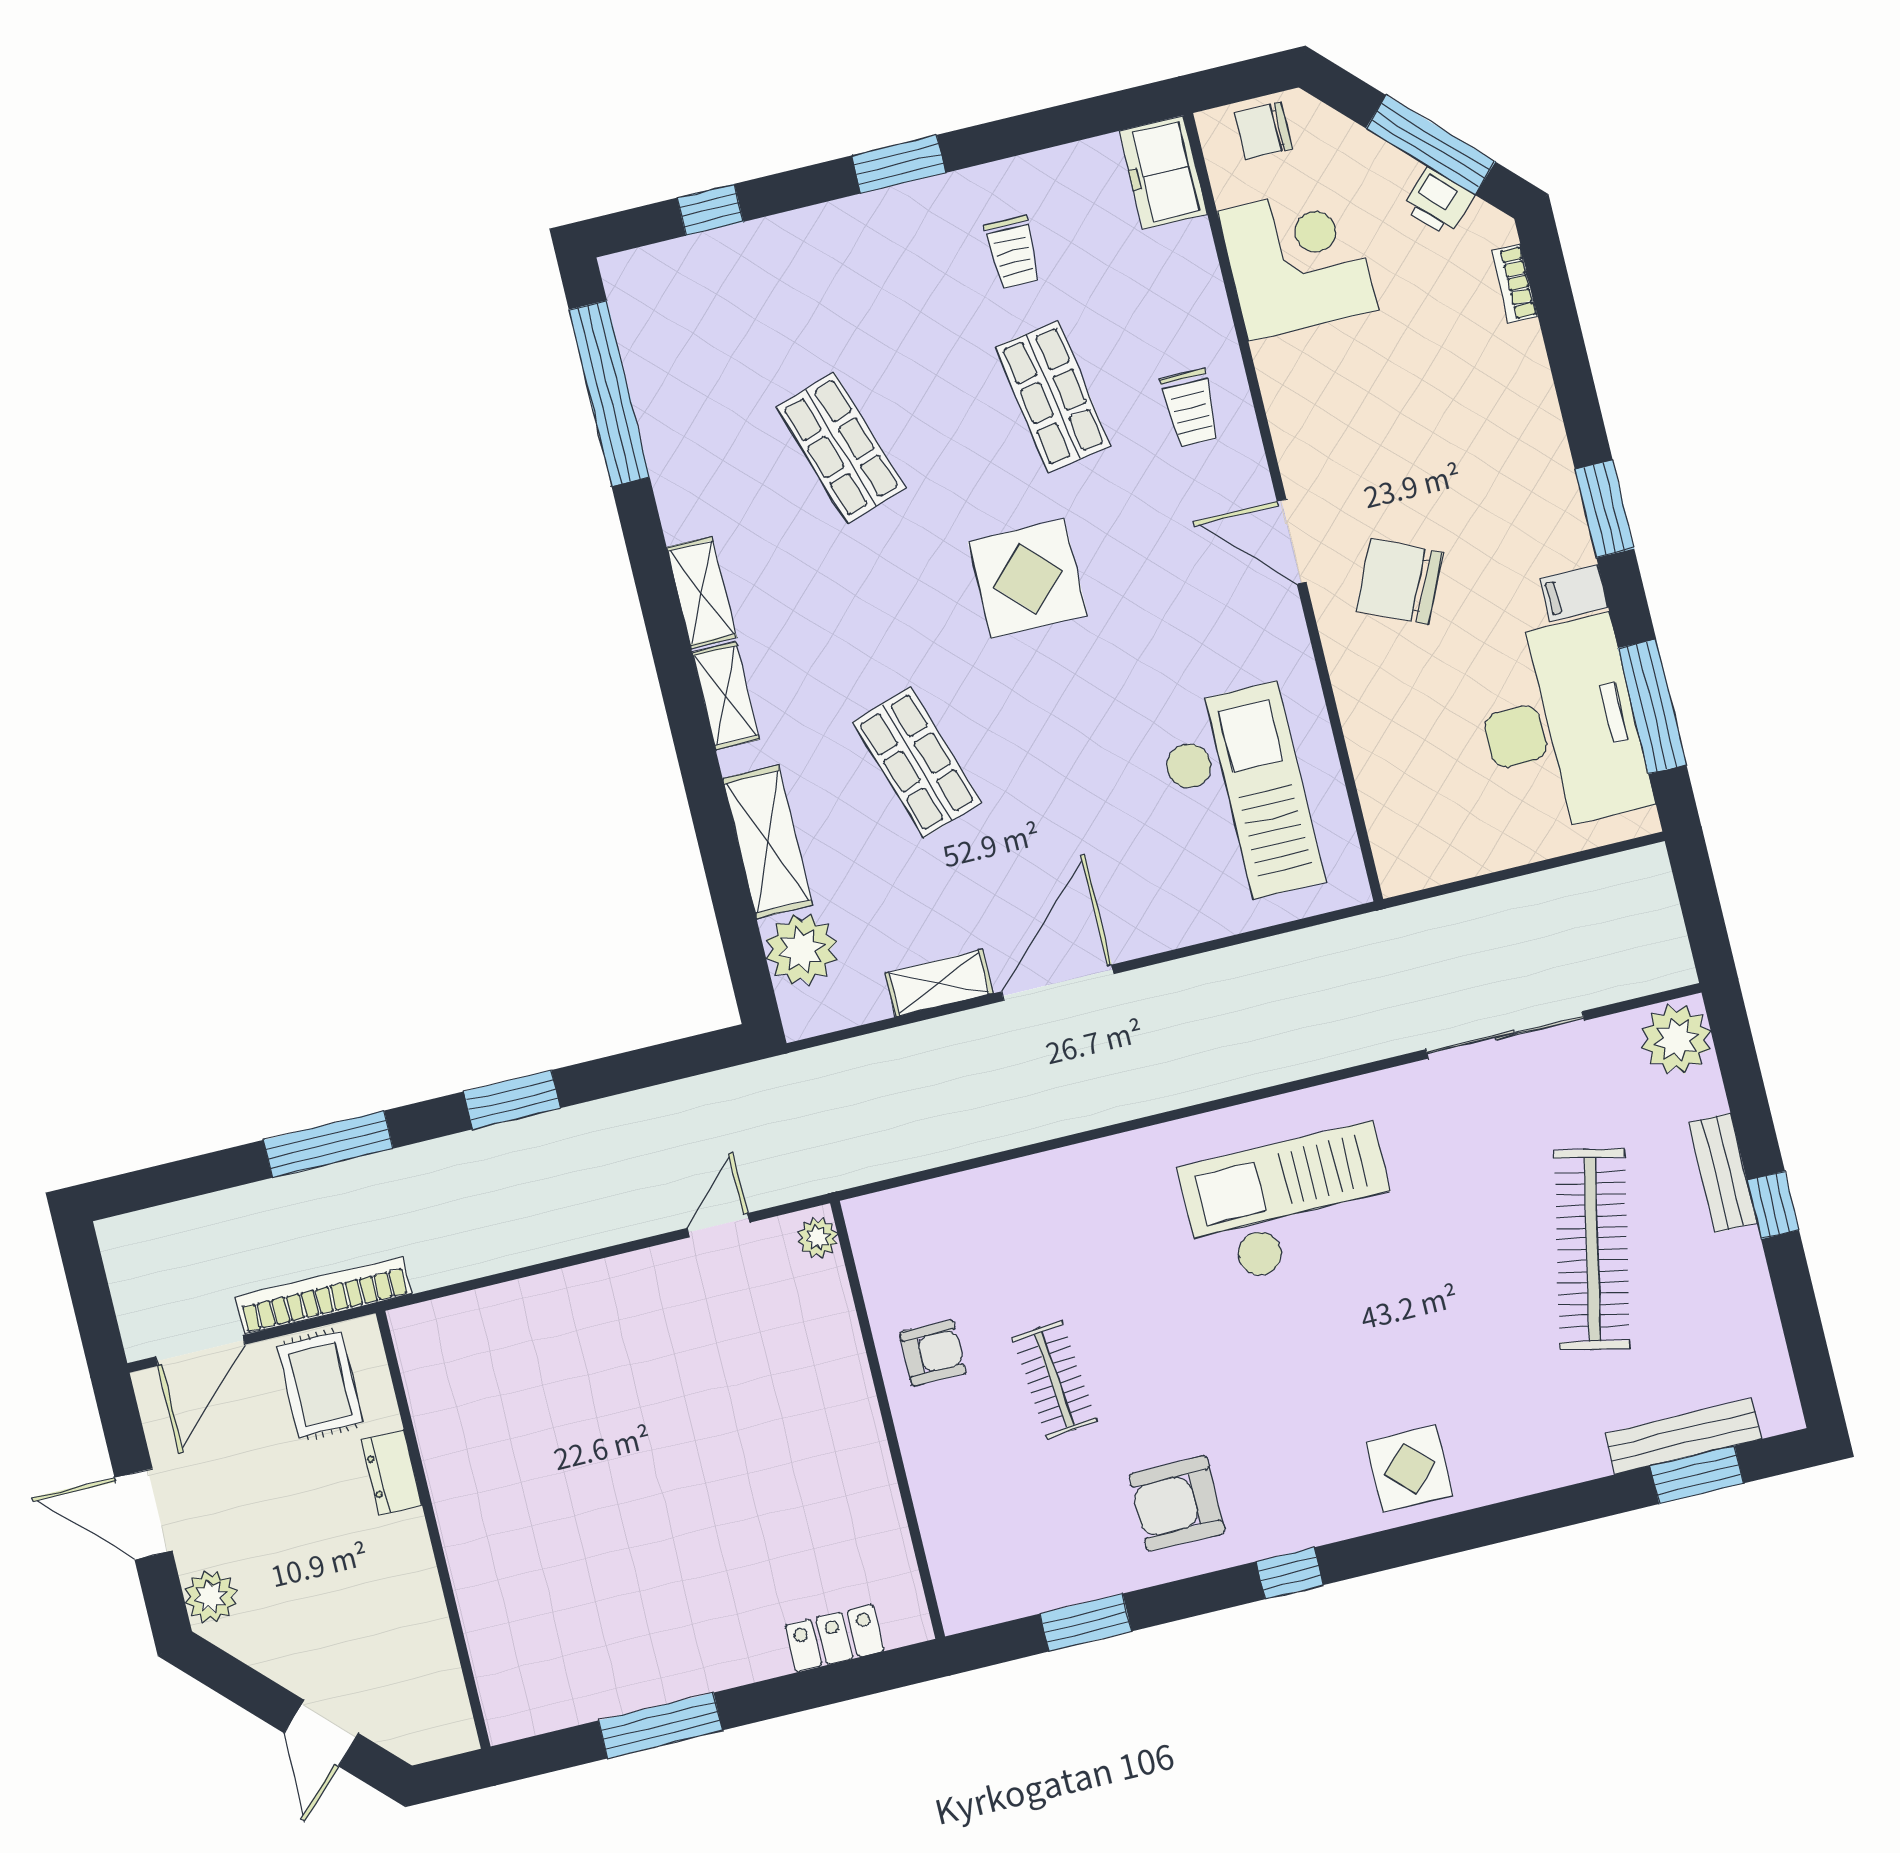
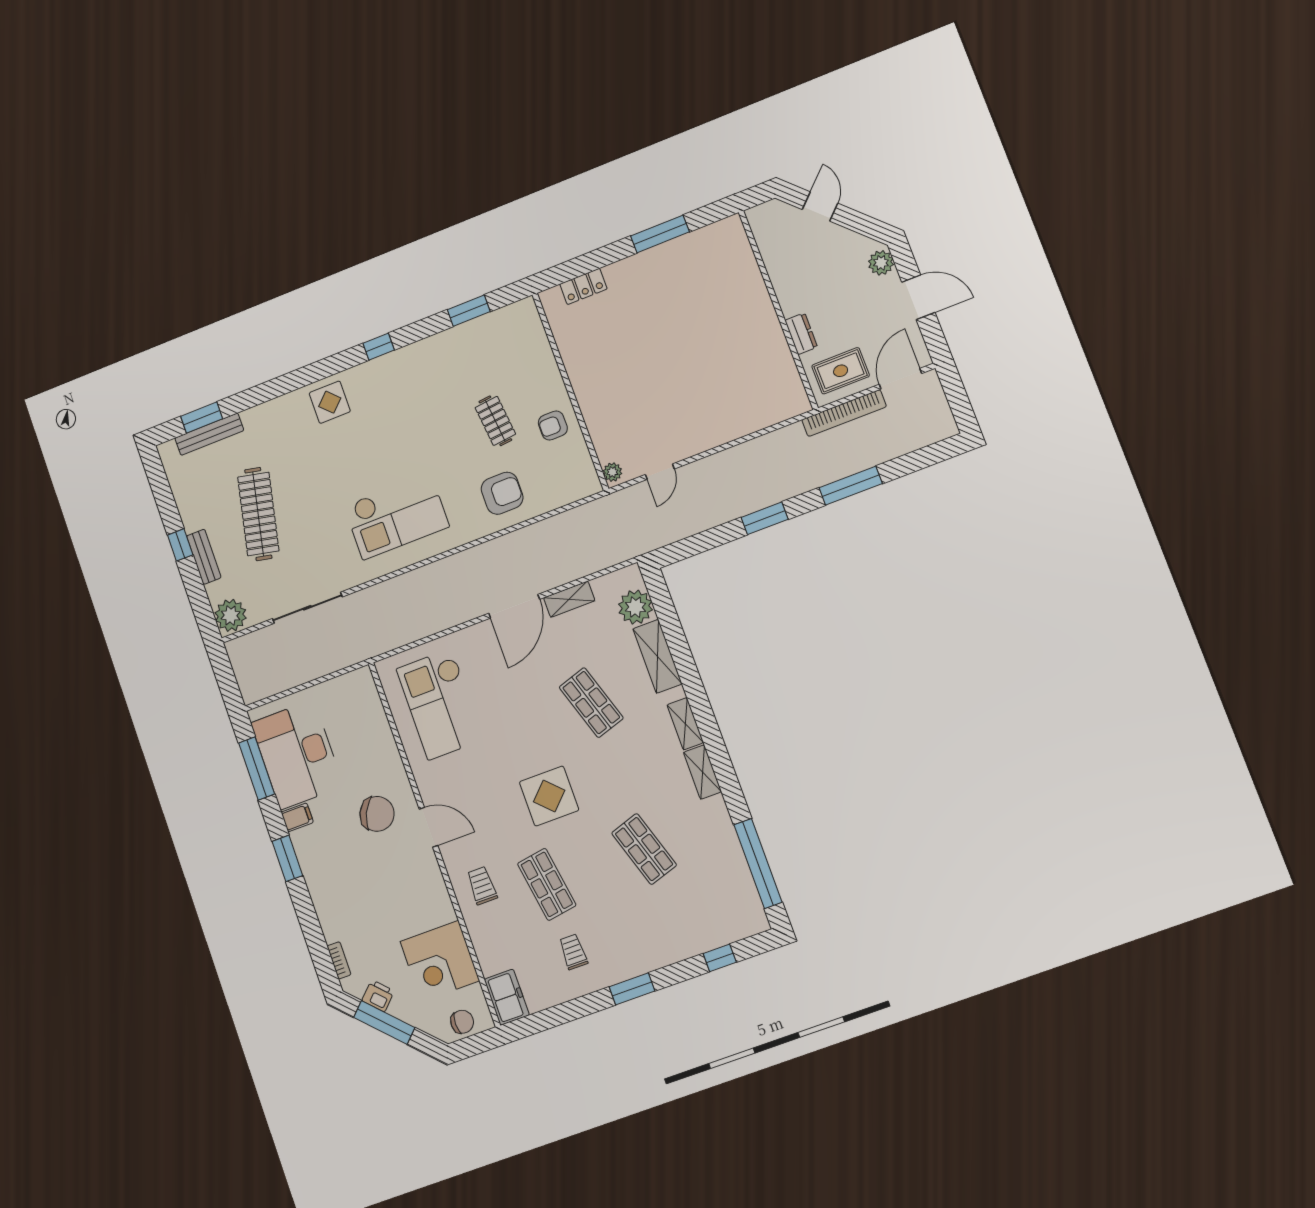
rug: (320, 1384) -> (841, 371), turned 90
armchair: (1177, 1504) -> (502, 493), moved

